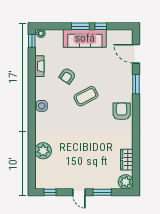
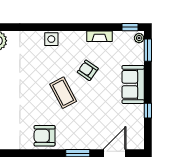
window: (80, 26) -> (148, 50), moved
sofa: (85, 38) -> (133, 84), width x0.73
armchair: (122, 111) -> (45, 136), turned 180

